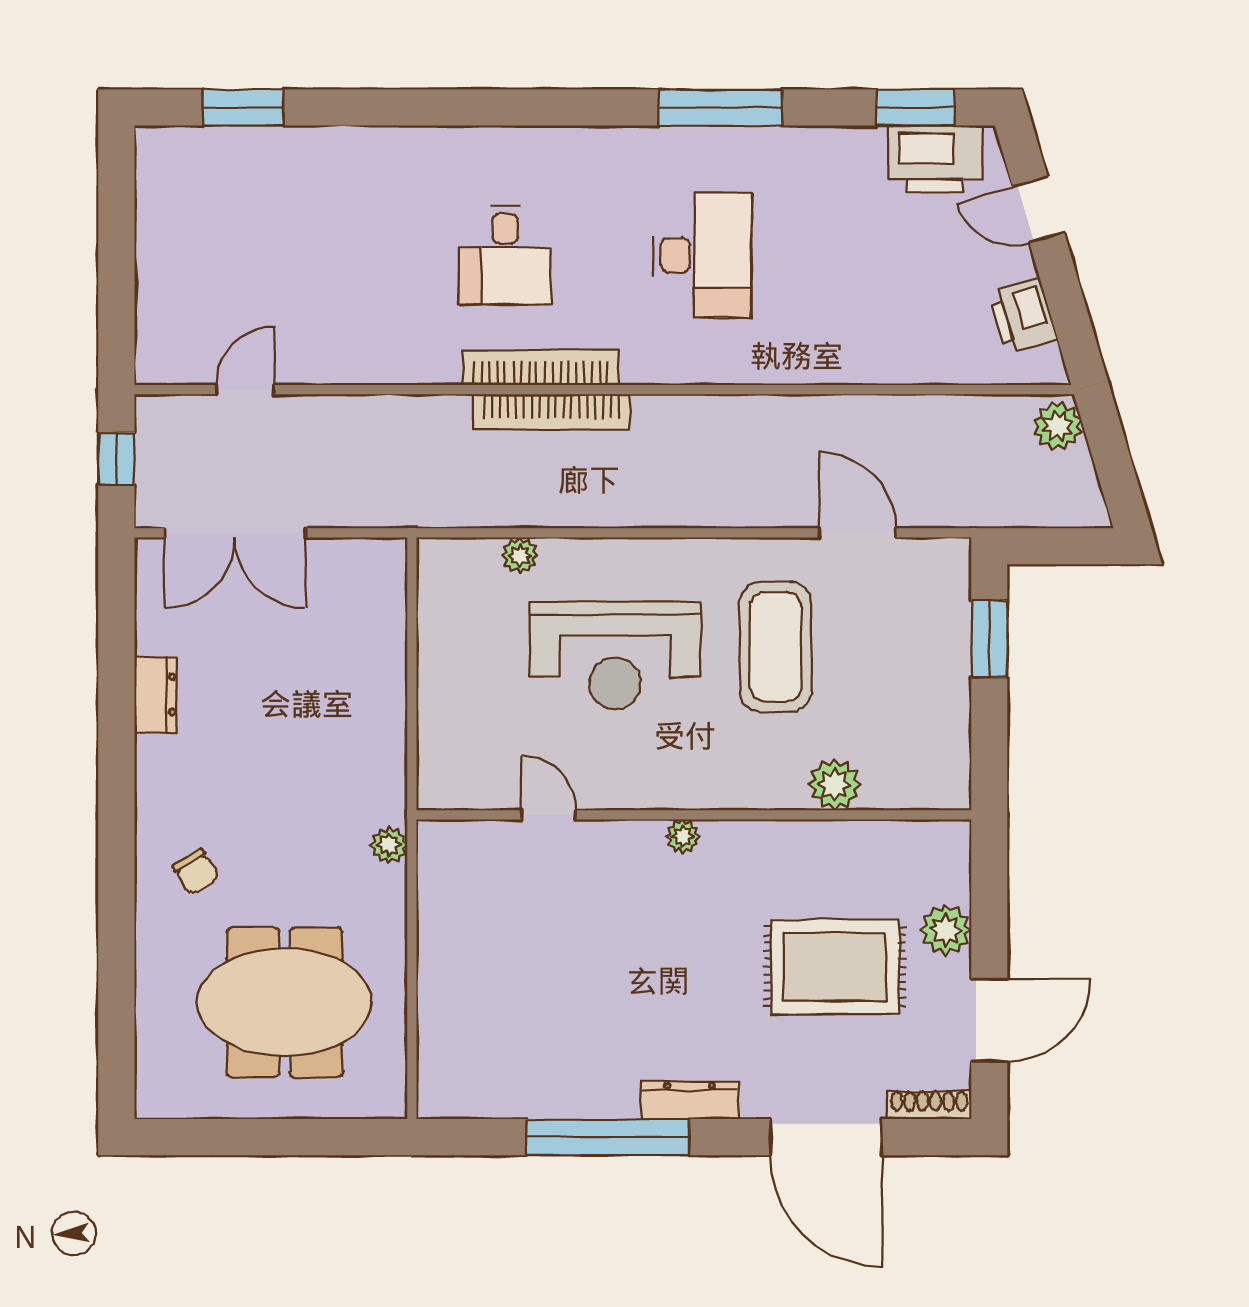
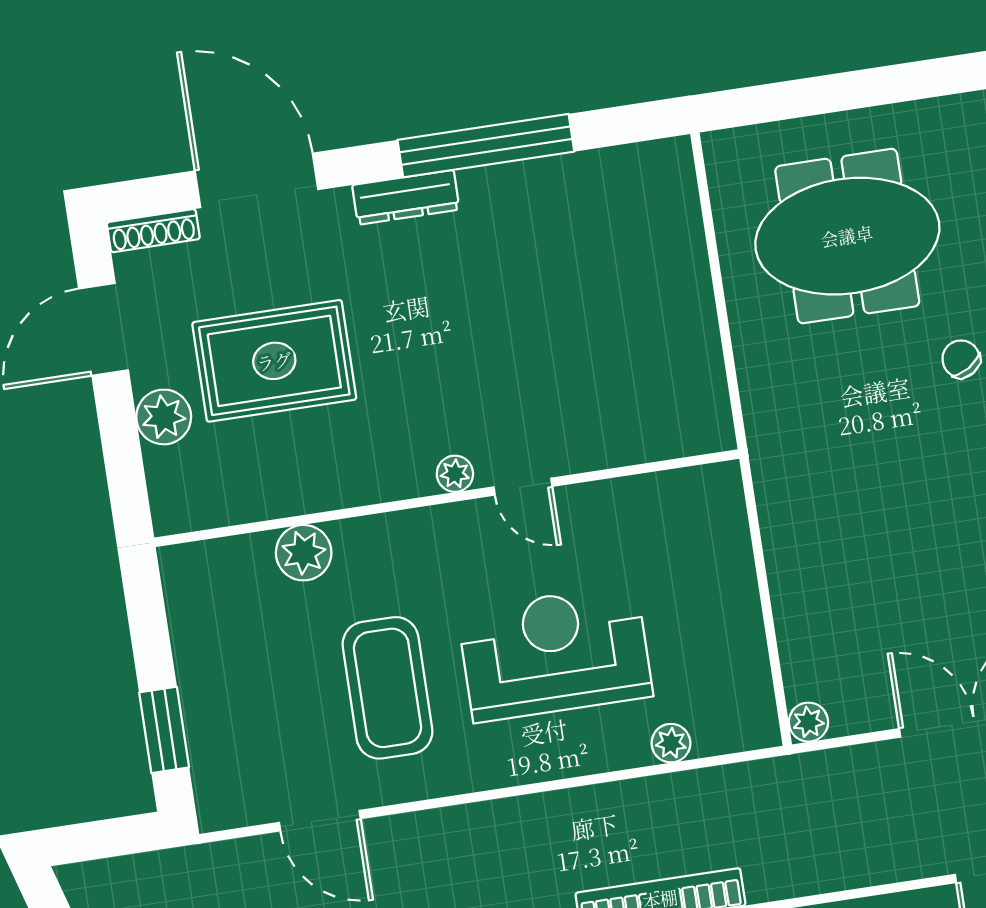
door: (549, 815) -> (523, 487), moved
plant: (389, 845) -> (808, 722), moved

